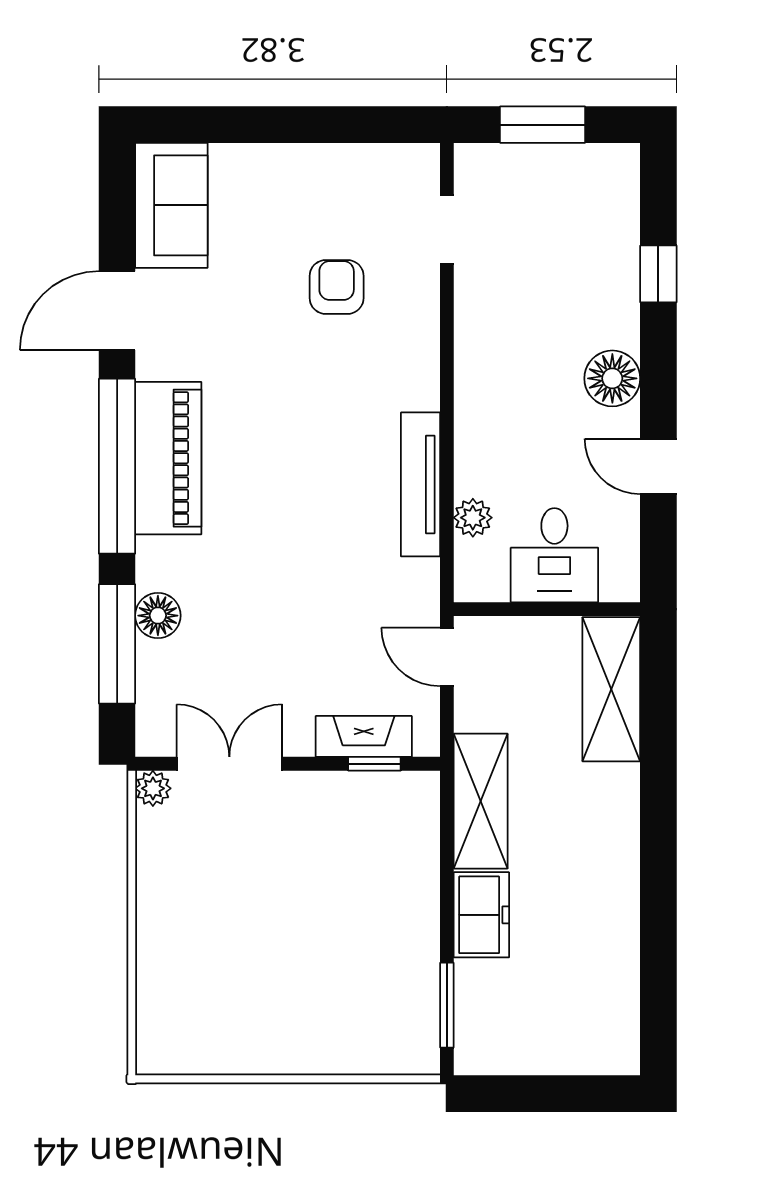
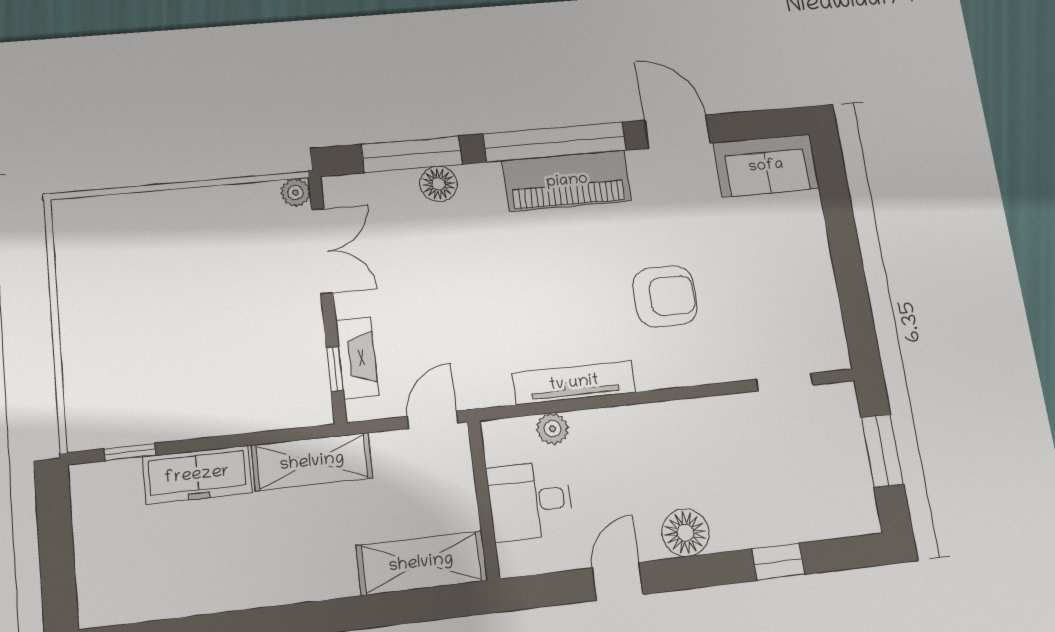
armchair: (337, 287) -> (665, 296), moved, width x1.38, depth x1.38
freezer: (481, 915) -> (197, 475), width x1.40
window: (447, 1005) -> (130, 452), width x0.67

